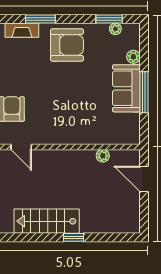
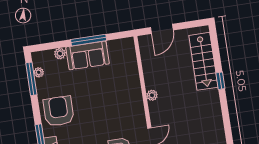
window: (109, 19) -> (31, 79), width x1.44
plant: (103, 156) -> (152, 95), moved
stairs: (47, 221) -> (203, 61), moved

